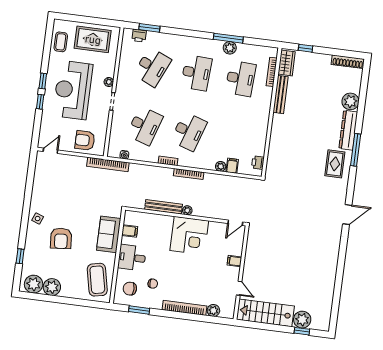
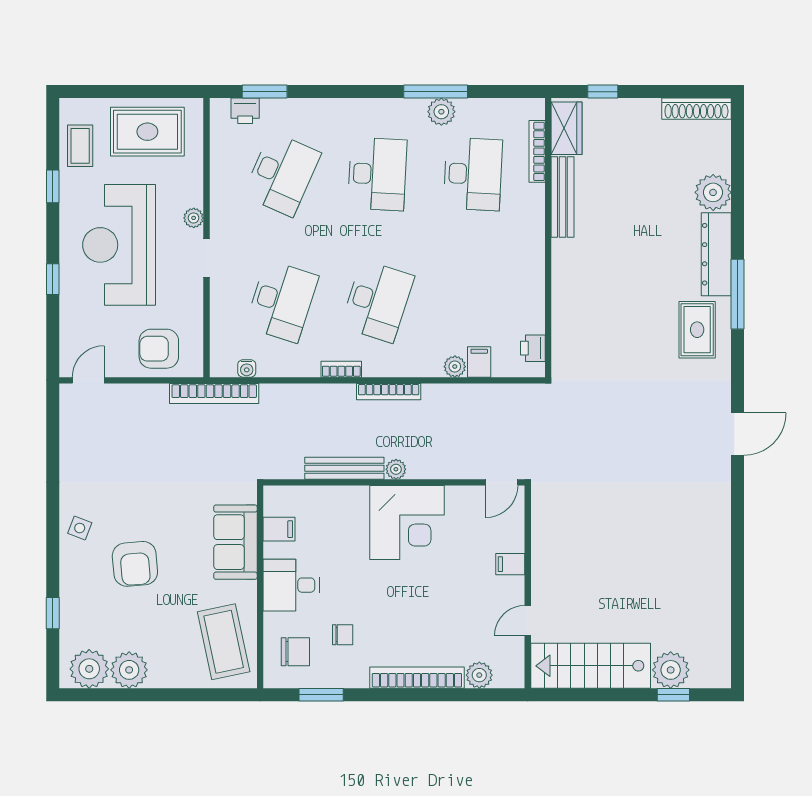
window: (43, 81) -> (53, 186), moved
door: (239, 288) -> (528, 621), swing flipped
chair: (130, 289) -> (295, 652), turned 180

